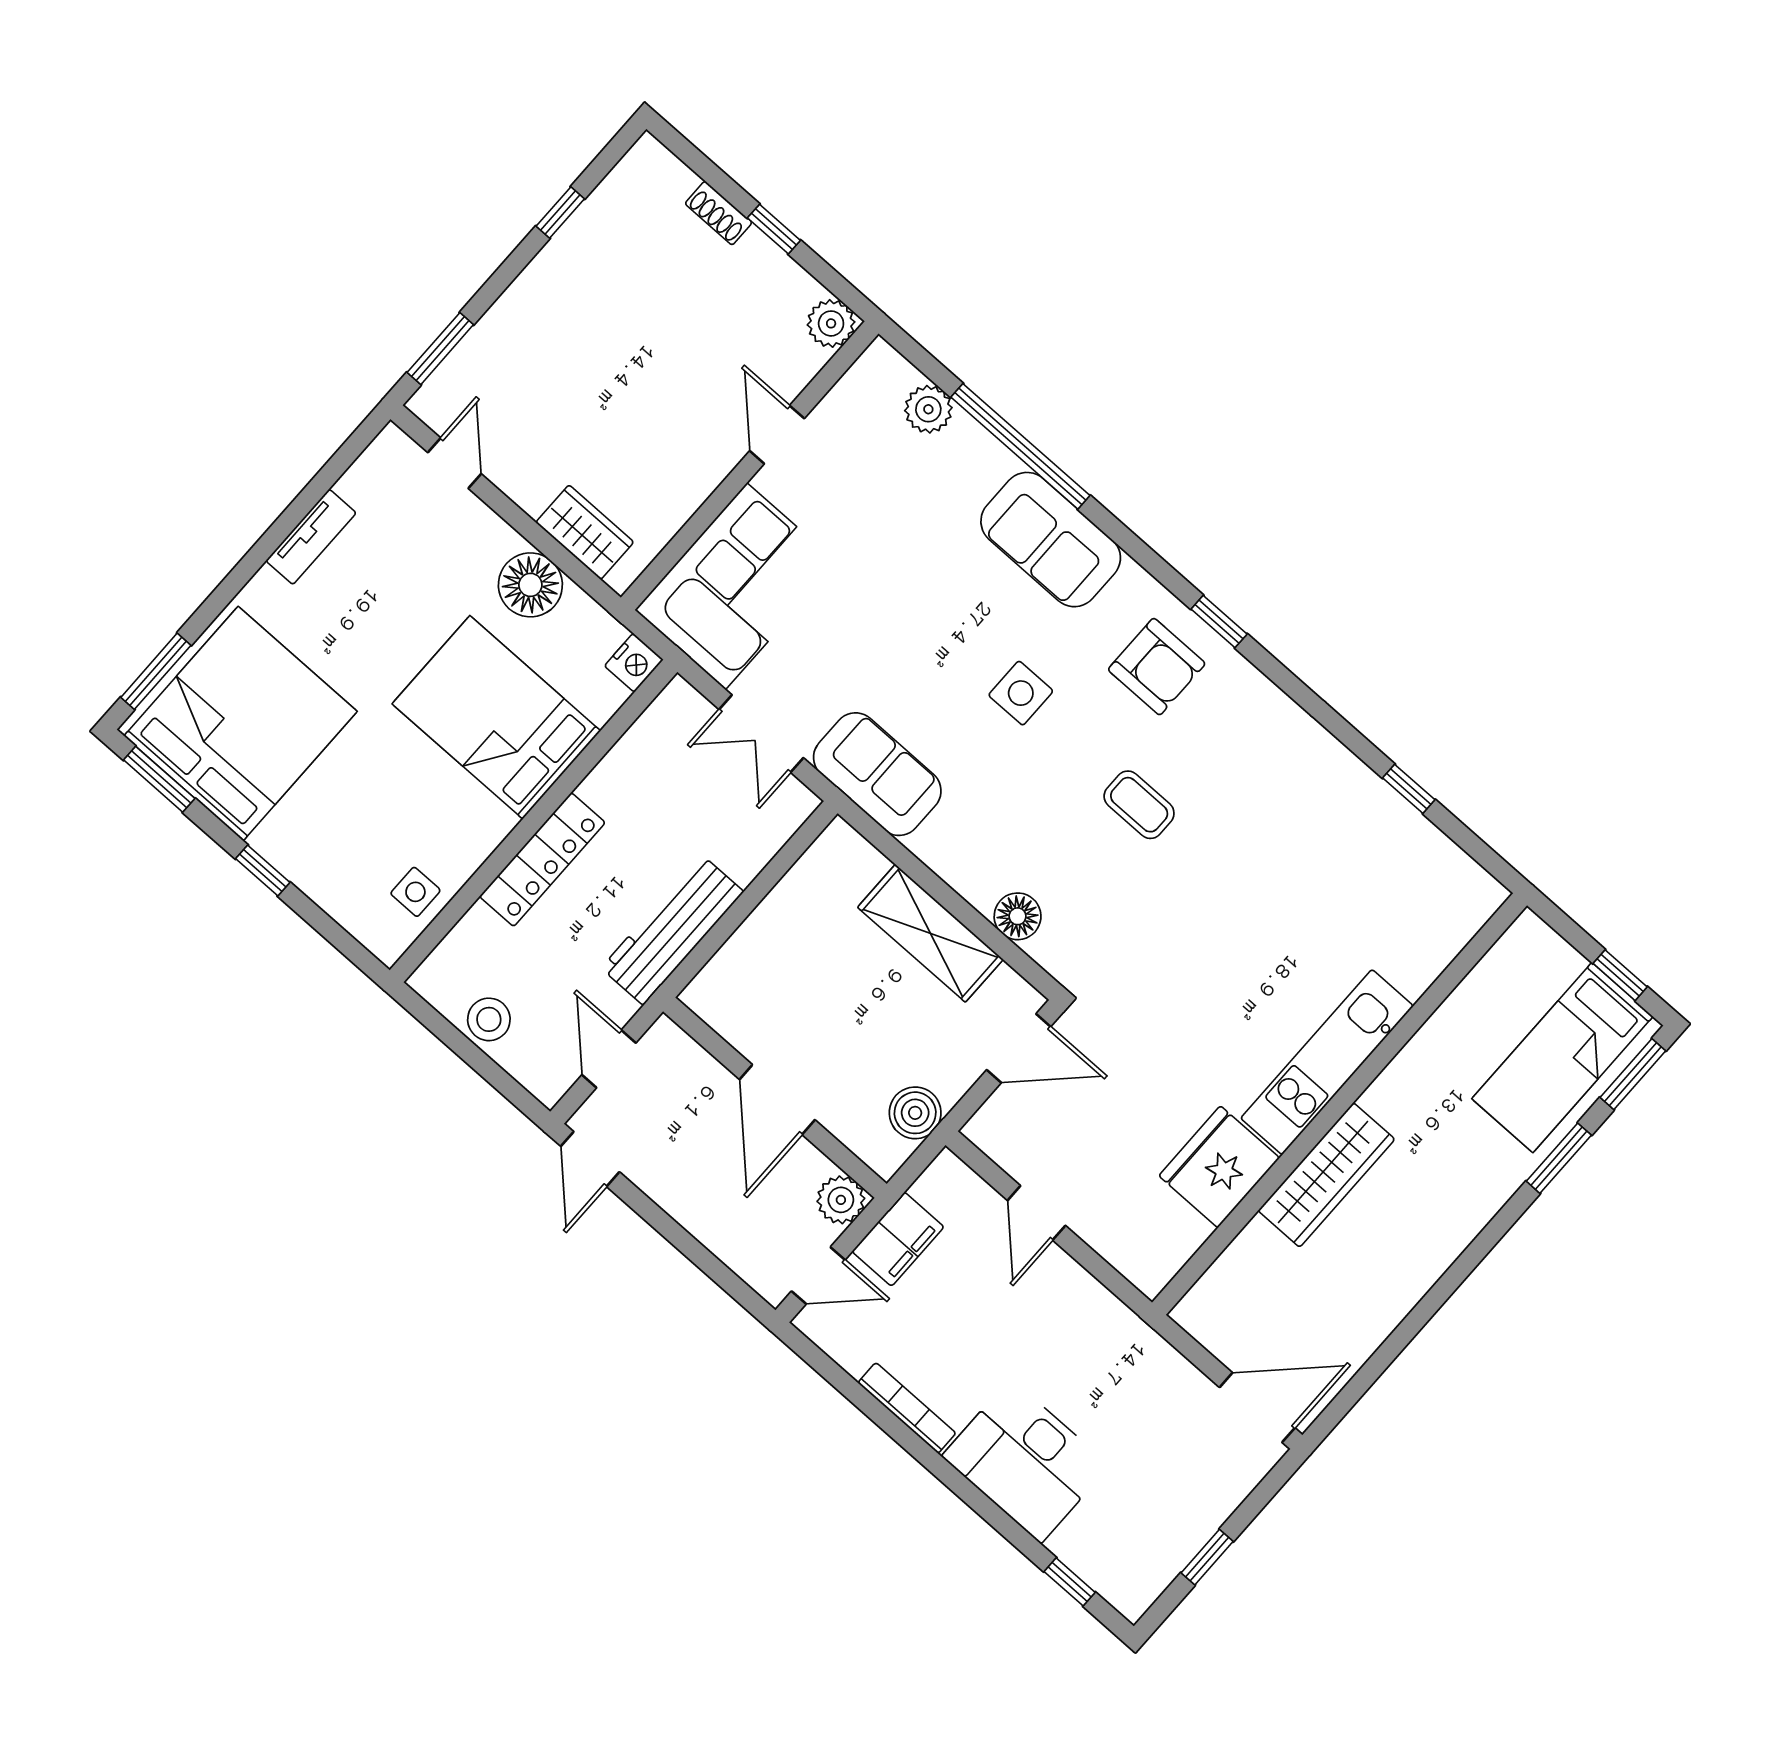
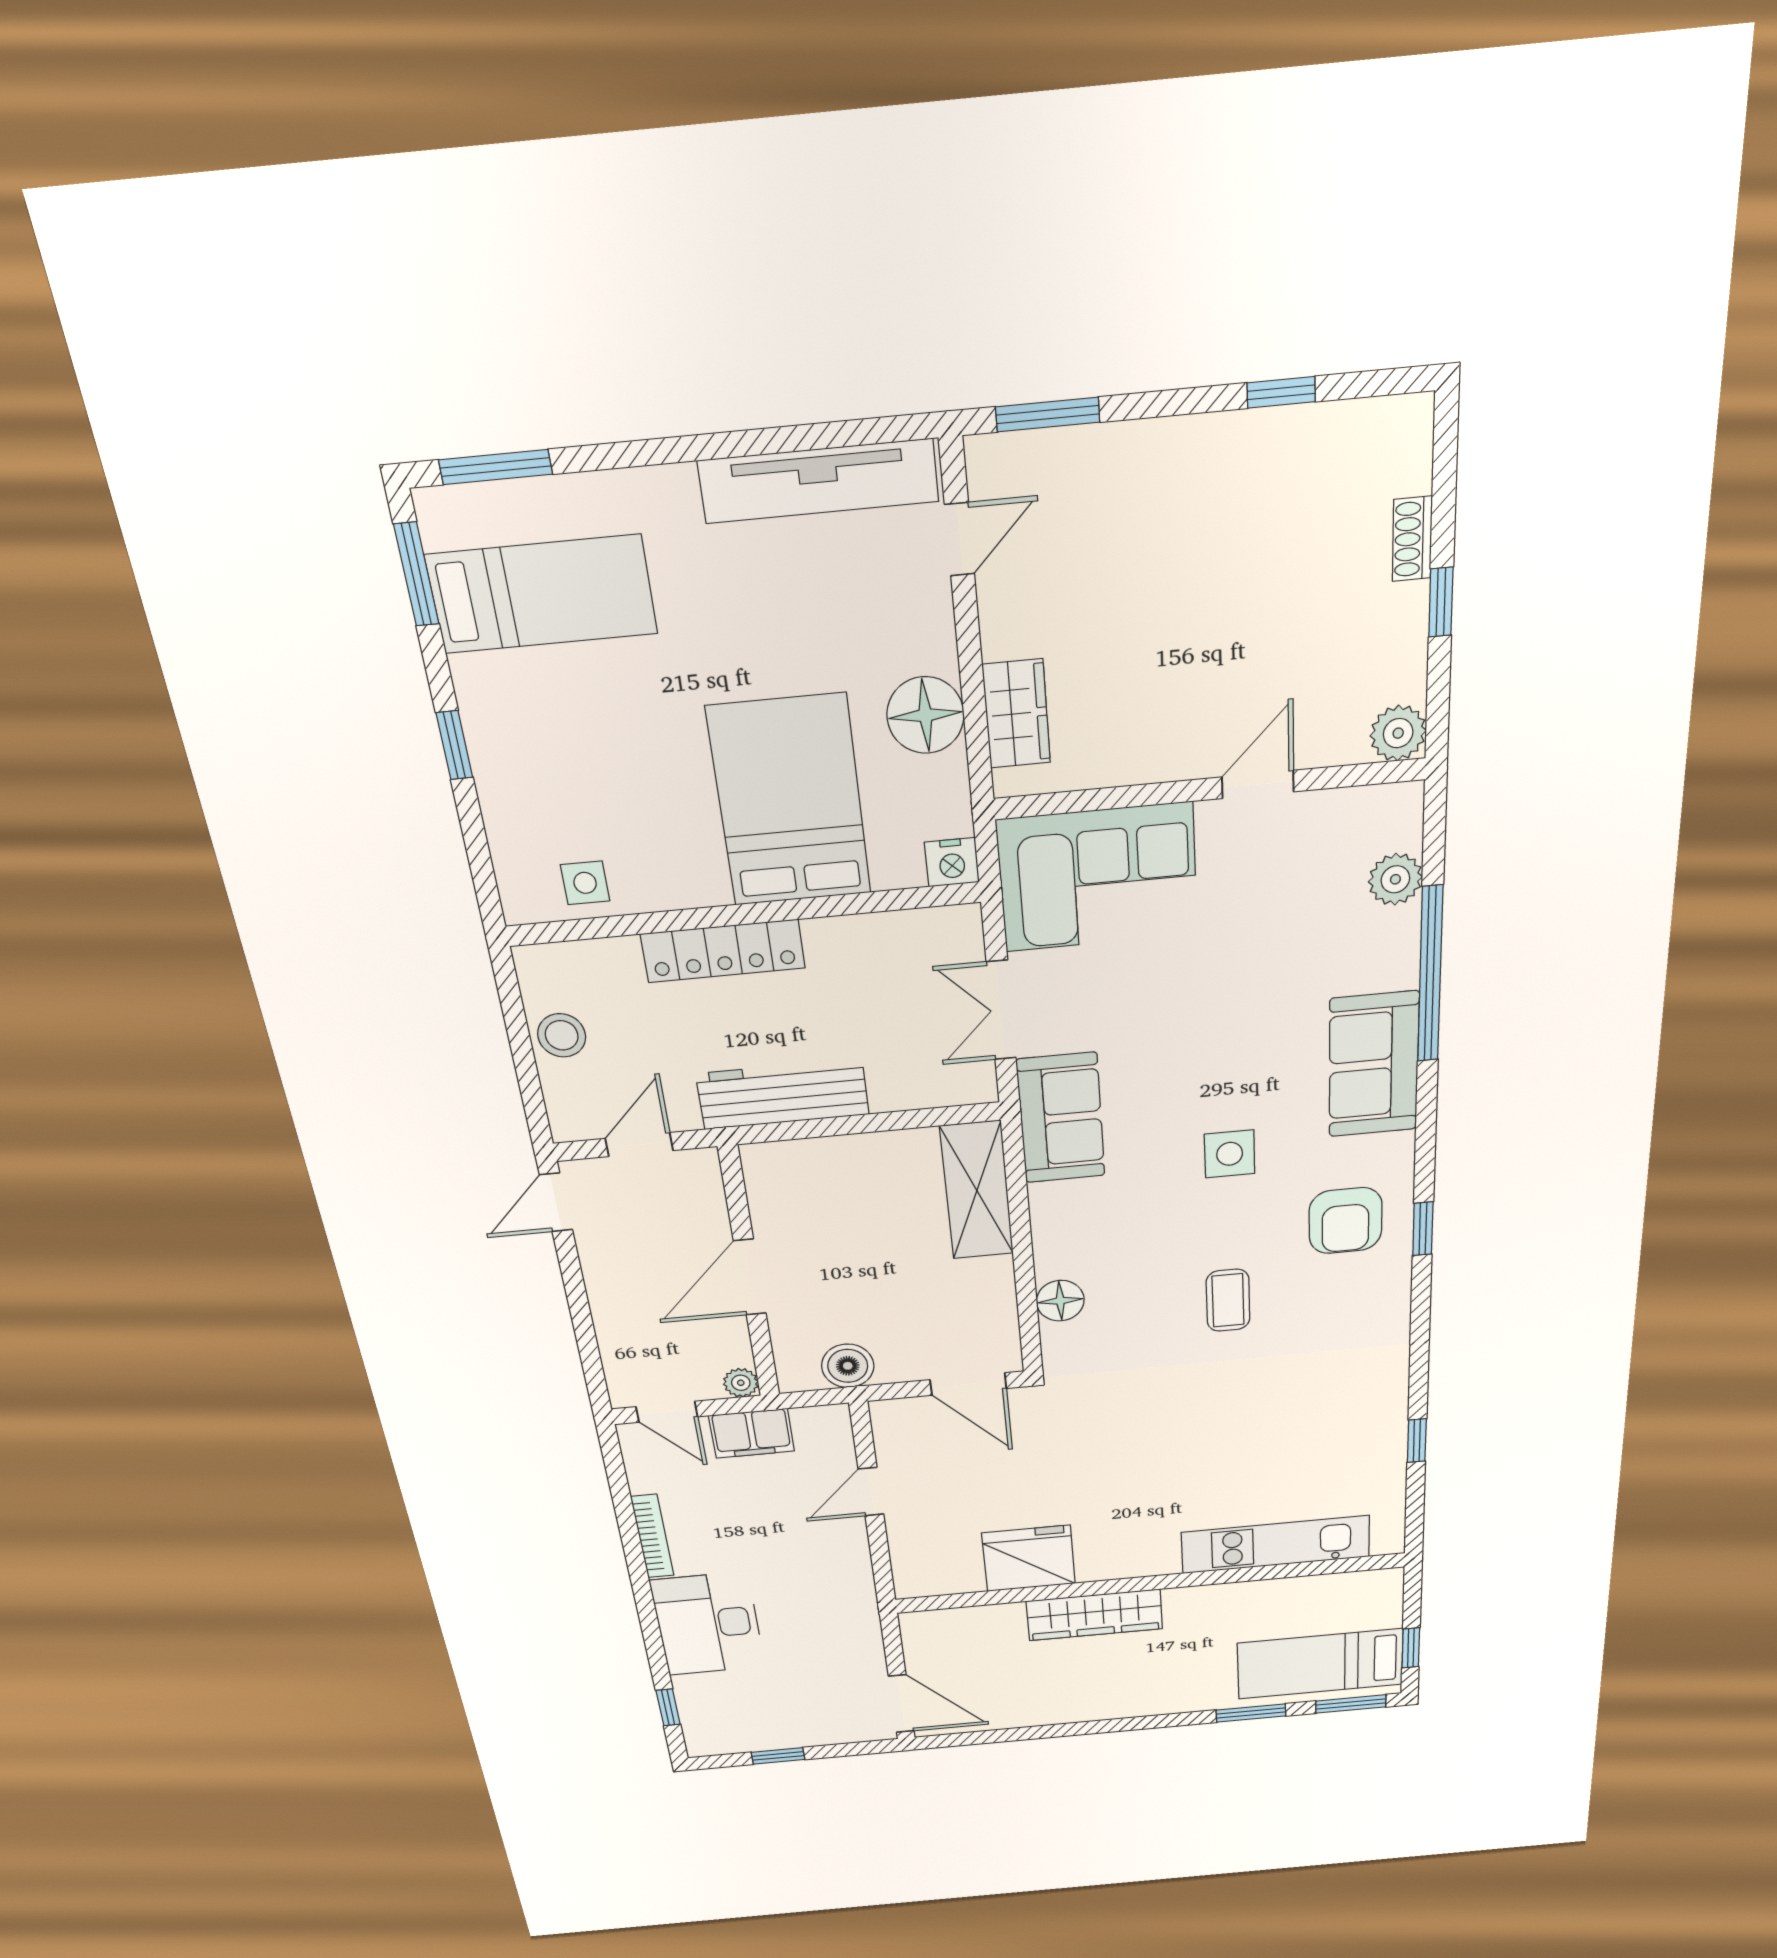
tv unit: (311, 537) -> (819, 481), width x1.92, depth x1.29
bed: (241, 724) -> (542, 594), width x0.49
shelving: (930, 933) -> (977, 1190), moved
kitchen unit: (1327, 1062) -> (1276, 1544), moved
plant: (841, 1200) -> (741, 1383), width x0.73, depth x0.73

